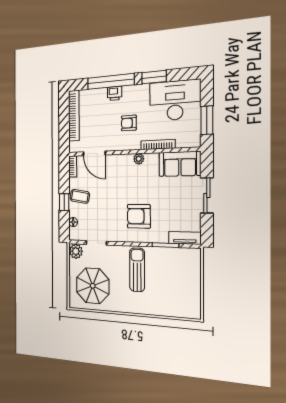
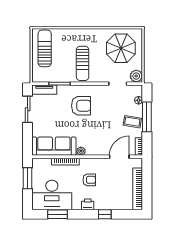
window: (154, 77) -> (57, 214), moved
window: (111, 81) -> (105, 214), width x0.32
printer: (115, 93) -> (88, 204), moved
door: (94, 153) -> (119, 157), hinge flipped
sofa: (180, 164) -> (54, 146), width x1.36
sliding door: (207, 195) -> (28, 109), moved
window: (64, 202) -> (147, 117), width x2.17
sun lounger: (184, 292) -> (45, 48), added

